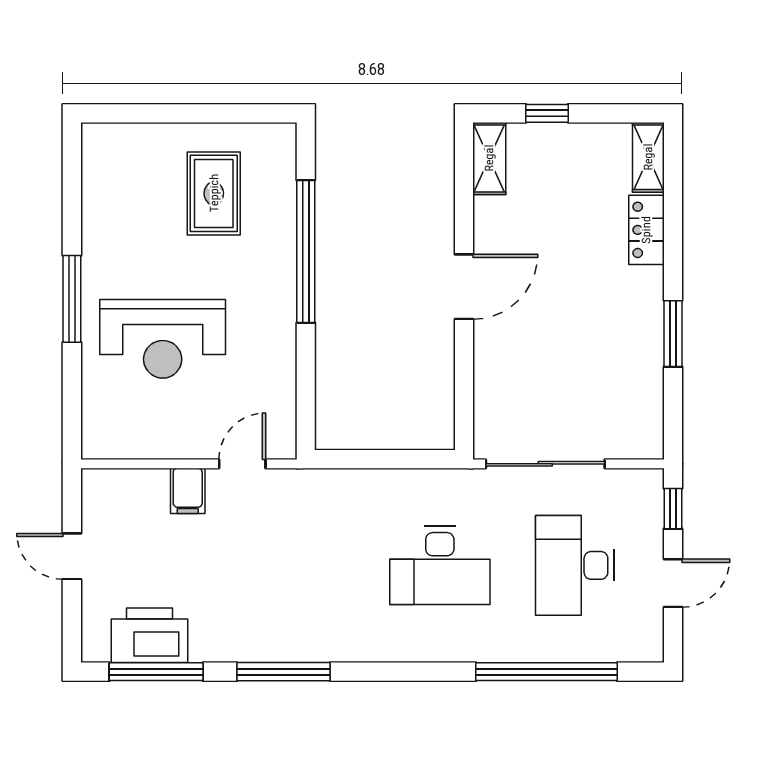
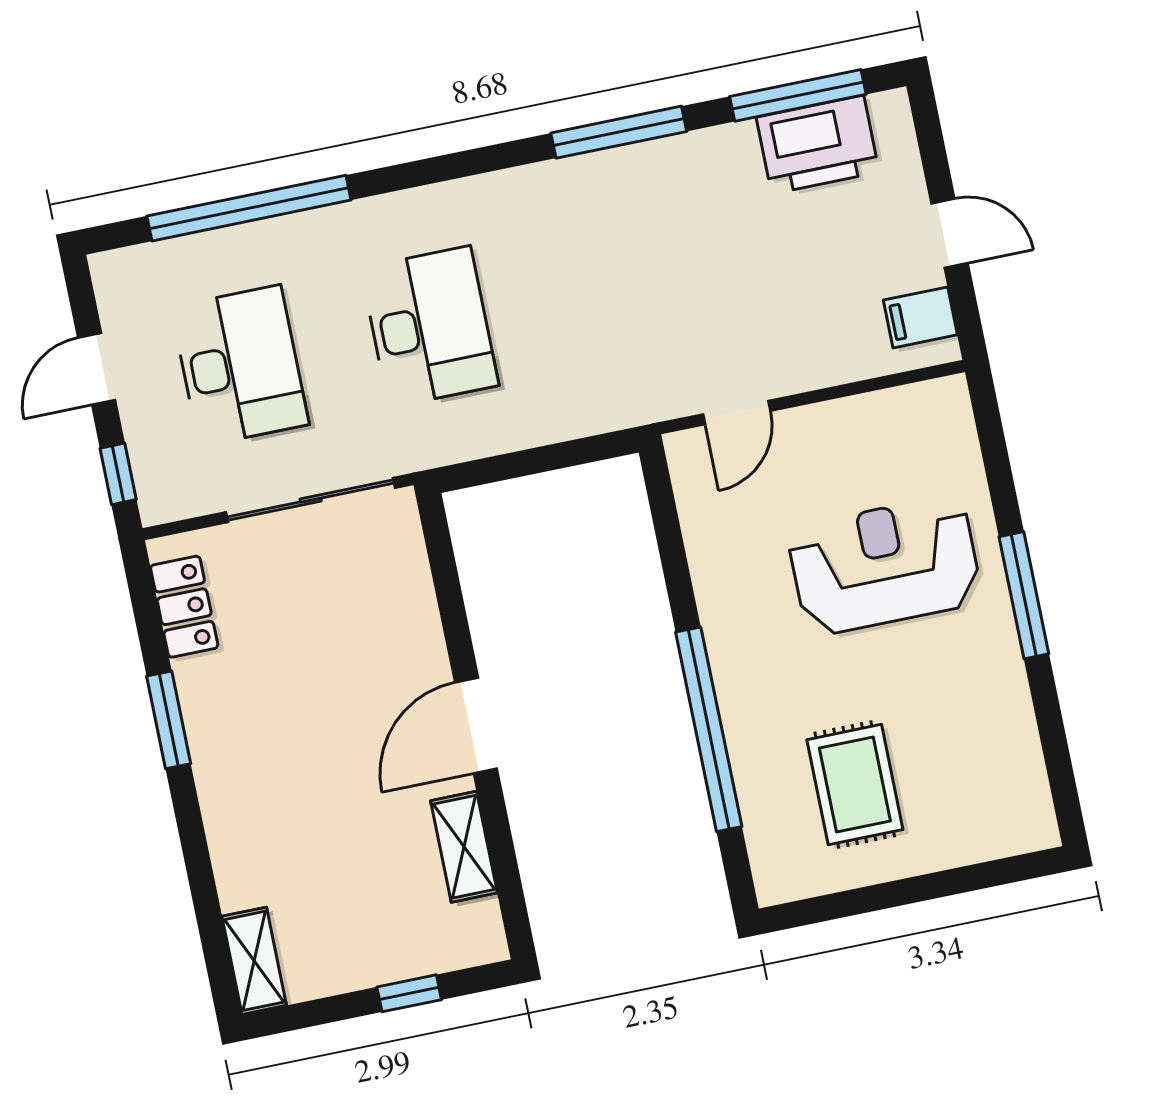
shelving: (489, 158) -> (464, 847), moved
locker: (646, 230) -> (184, 607), moved
filing cabinet: (188, 491) -> (920, 317), moved, turned -90
desk: (440, 565) -> (430, 327), turned 90

